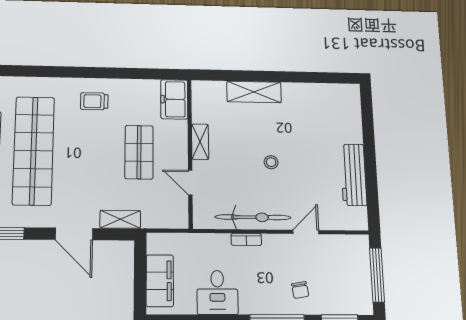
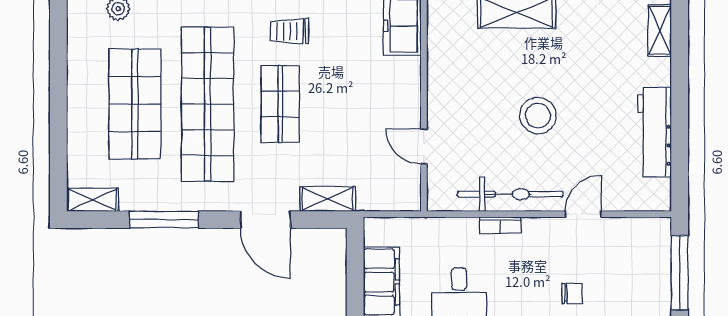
shelving: (200, 142) -> (660, 30), moved
shop shelf: (139, 152) -> (280, 104), moved
stool: (271, 162) -> (538, 116), width x1.89, depth x1.89
chair: (300, 290) -> (572, 294), turned -81

